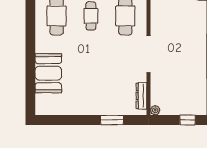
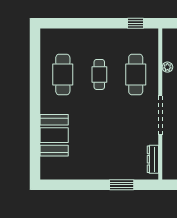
plant: (155, 110) -> (167, 67), moved

